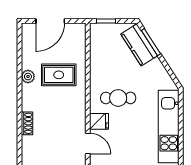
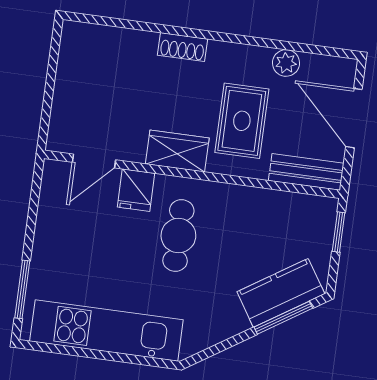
bench: (79, 41) -> (306, 172), added
plant: (28, 77) -> (286, 63), moved
wardrobe: (77, 104) -> (177, 151), added
shoe rack: (27, 123) -> (182, 47), moved

